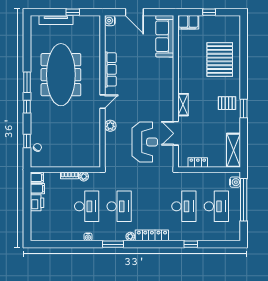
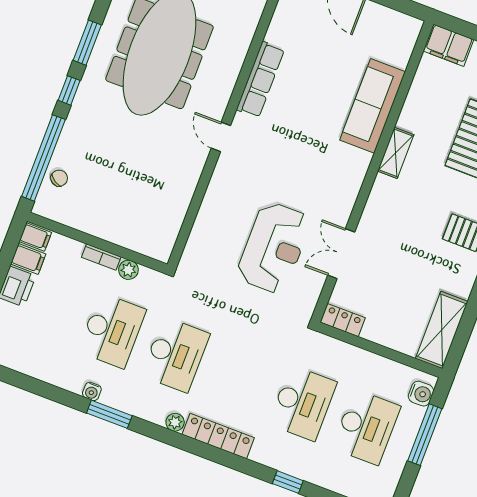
sofa: (165, 36) -> (372, 106), moved
door: (102, 102) -> (221, 137), swing flipped
shelving: (183, 105) -> (396, 153), moved
plant: (110, 126) -> (218, 190), removed
window: (27, 141) -> (43, 158), width x3.17
locker: (198, 163) -> (343, 320), moved
window: (244, 200) -> (425, 435), width x0.68
window: (113, 244) -> (109, 414), moved

